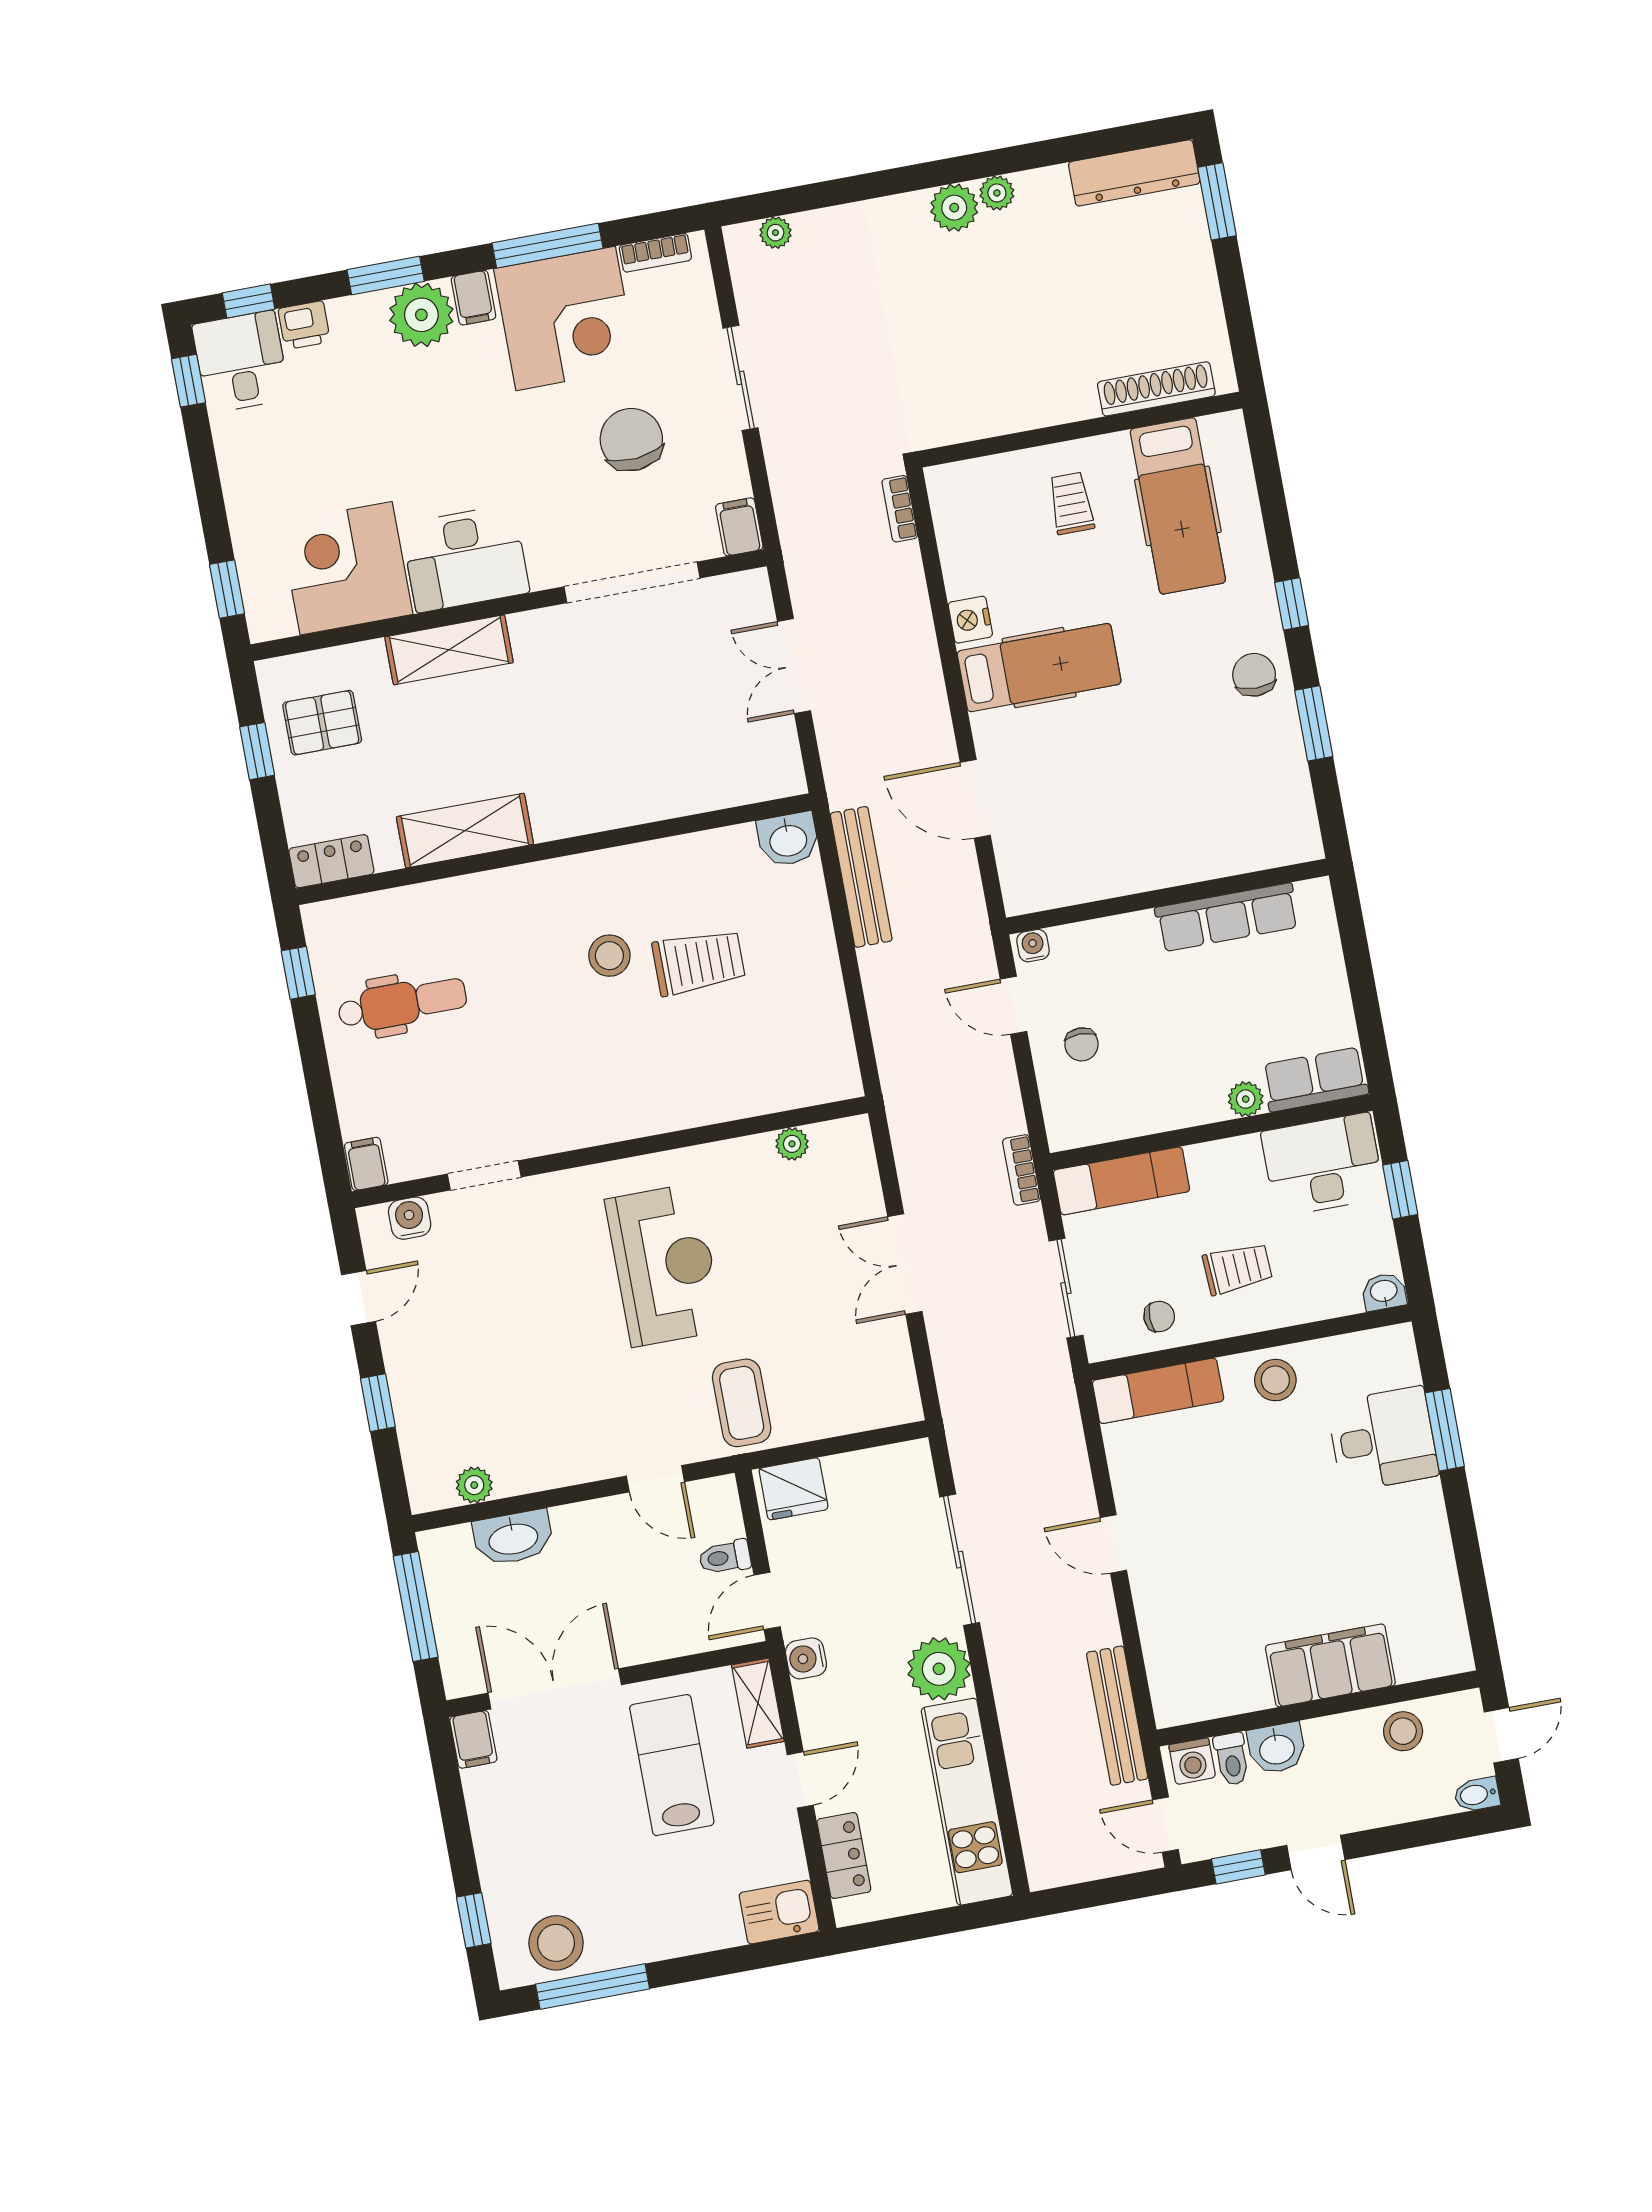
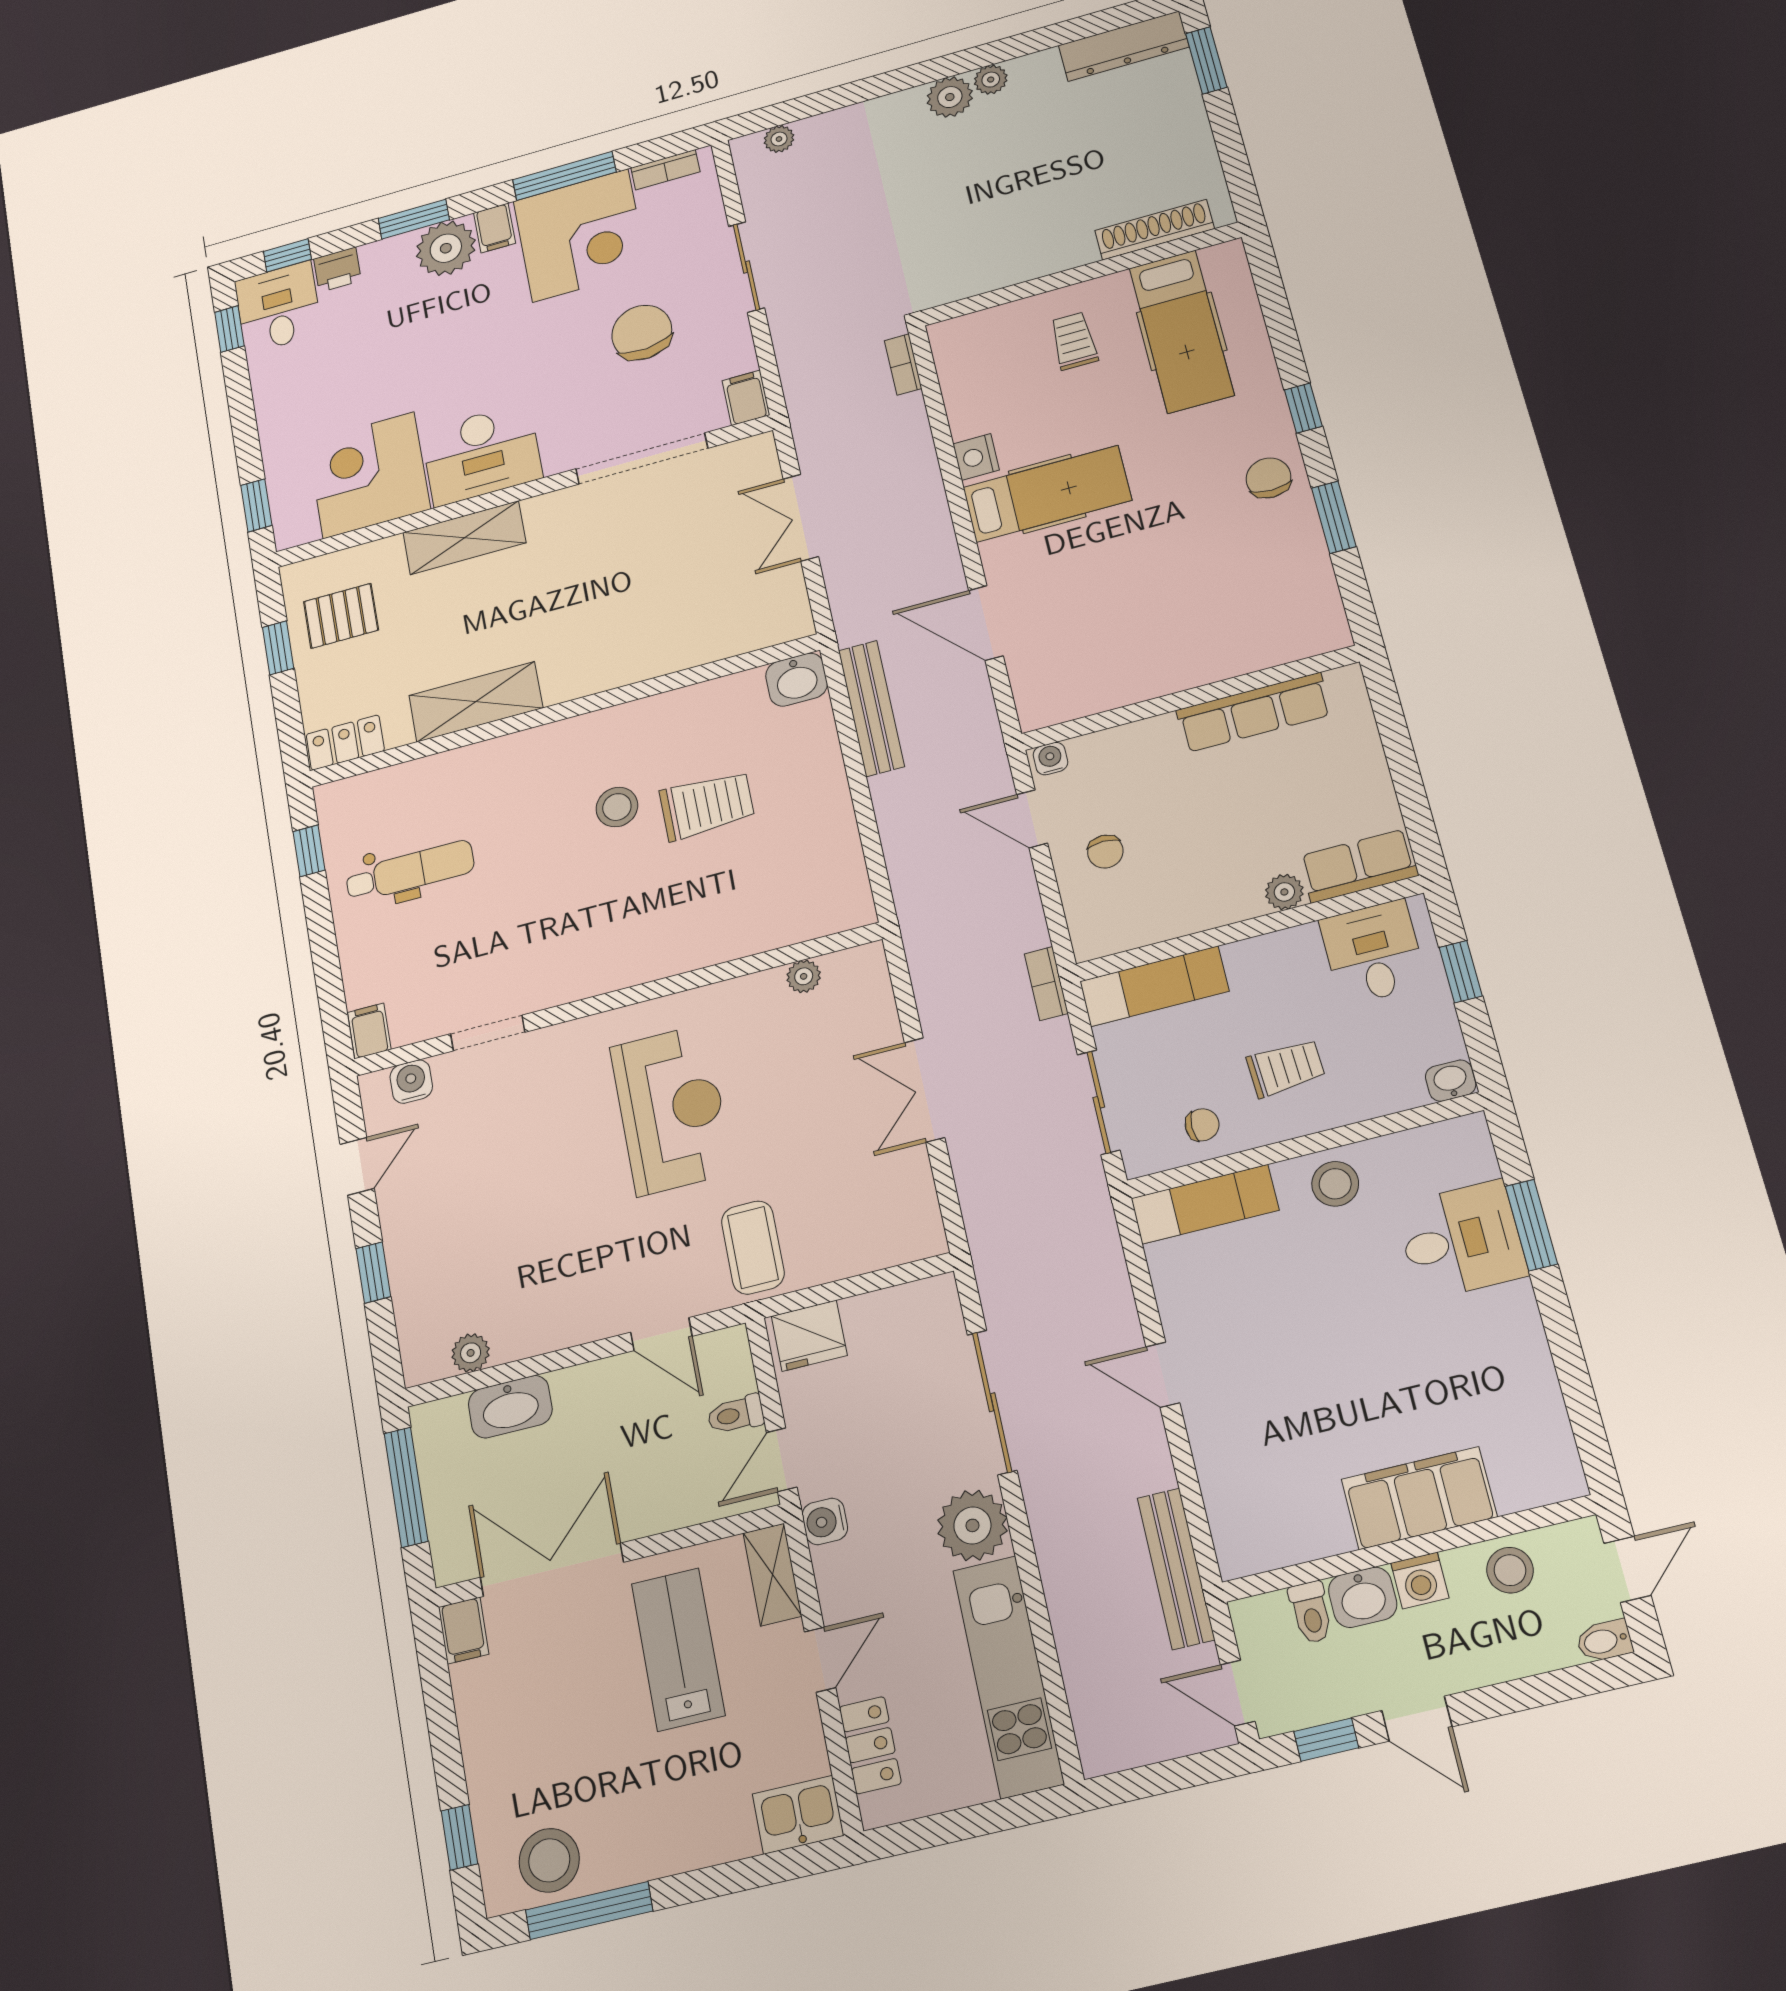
desk: (1323, 1165) -> (1373, 953), width x0.73
washing machine: (1192, 1761) -> (1420, 1581), moved

